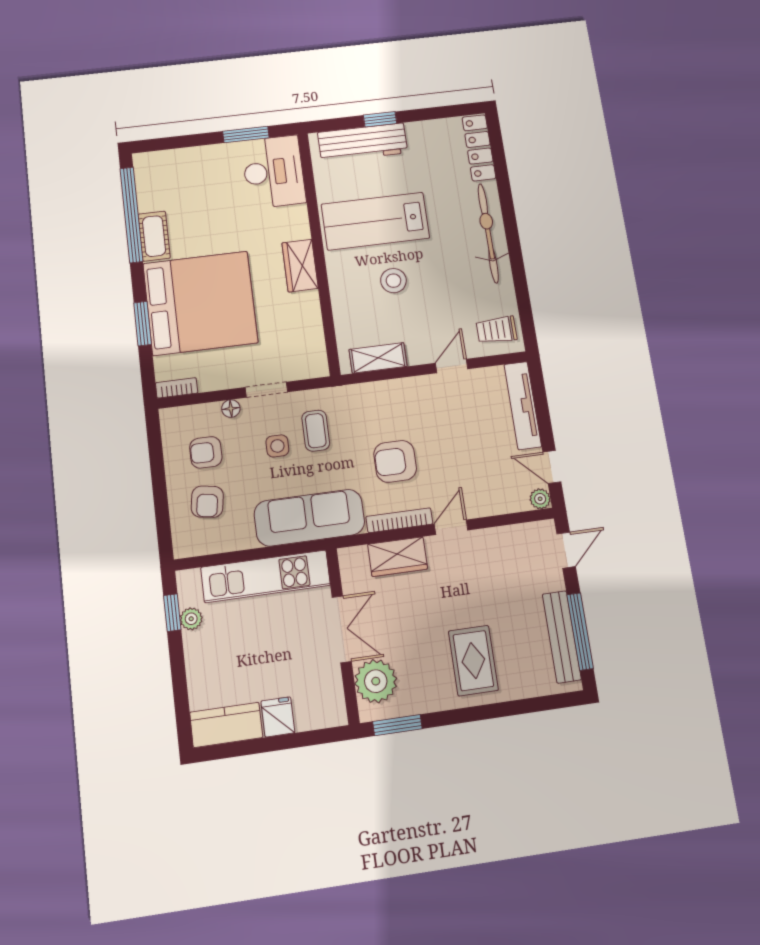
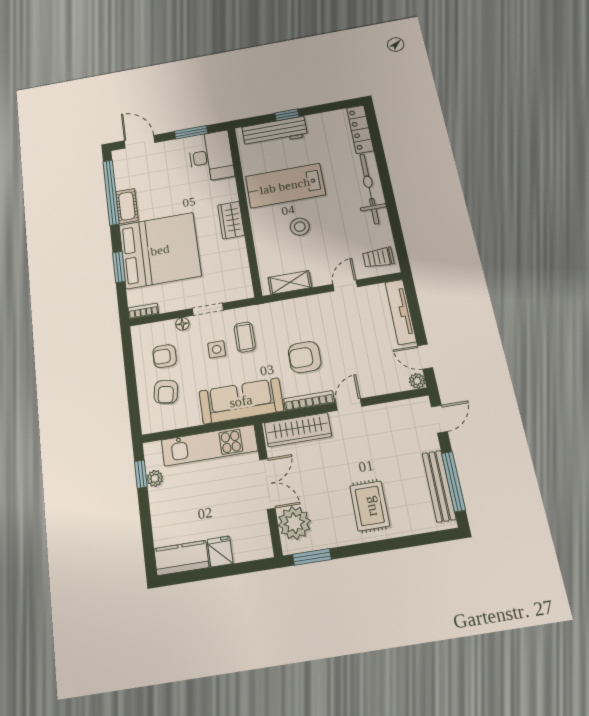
door: (172, 143) -> (140, 142), added
wardrobe: (398, 557) -> (298, 430), width x1.50

